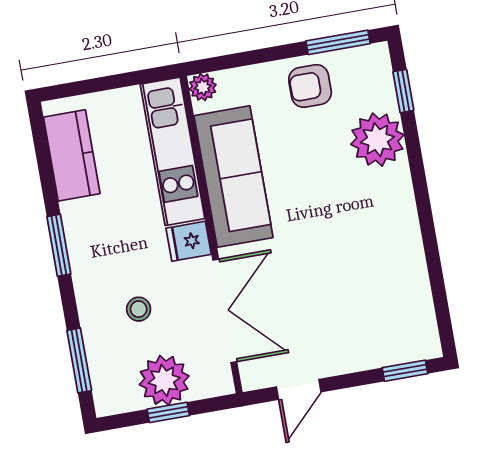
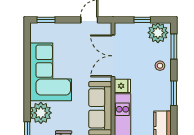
corner sofa: (371, 245) -> (51, 72), added
stool: (139, 309) -> (160, 66), moved
plant: (164, 380) -> (158, 33), moved

